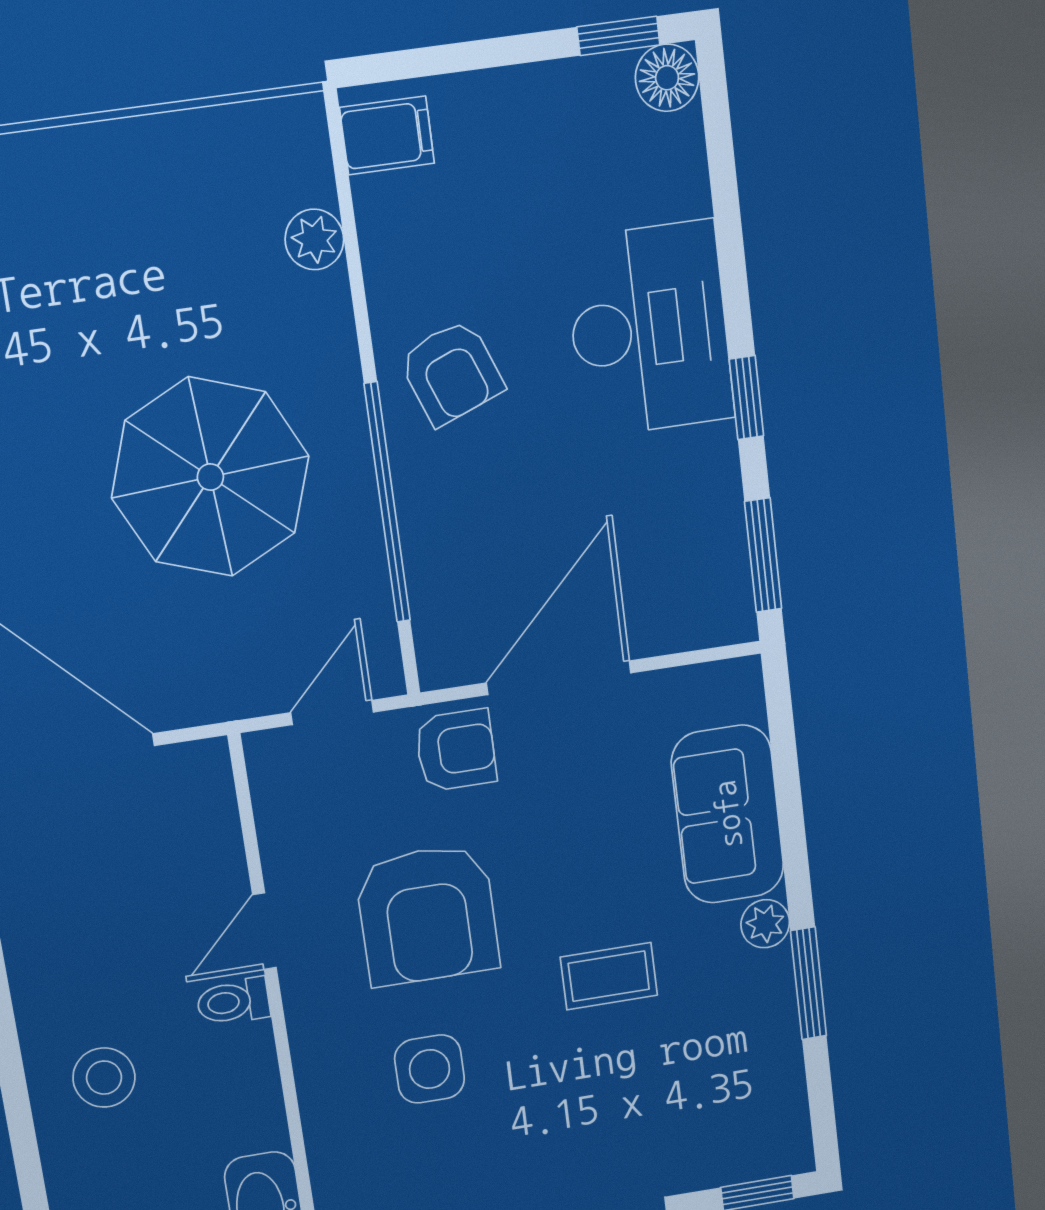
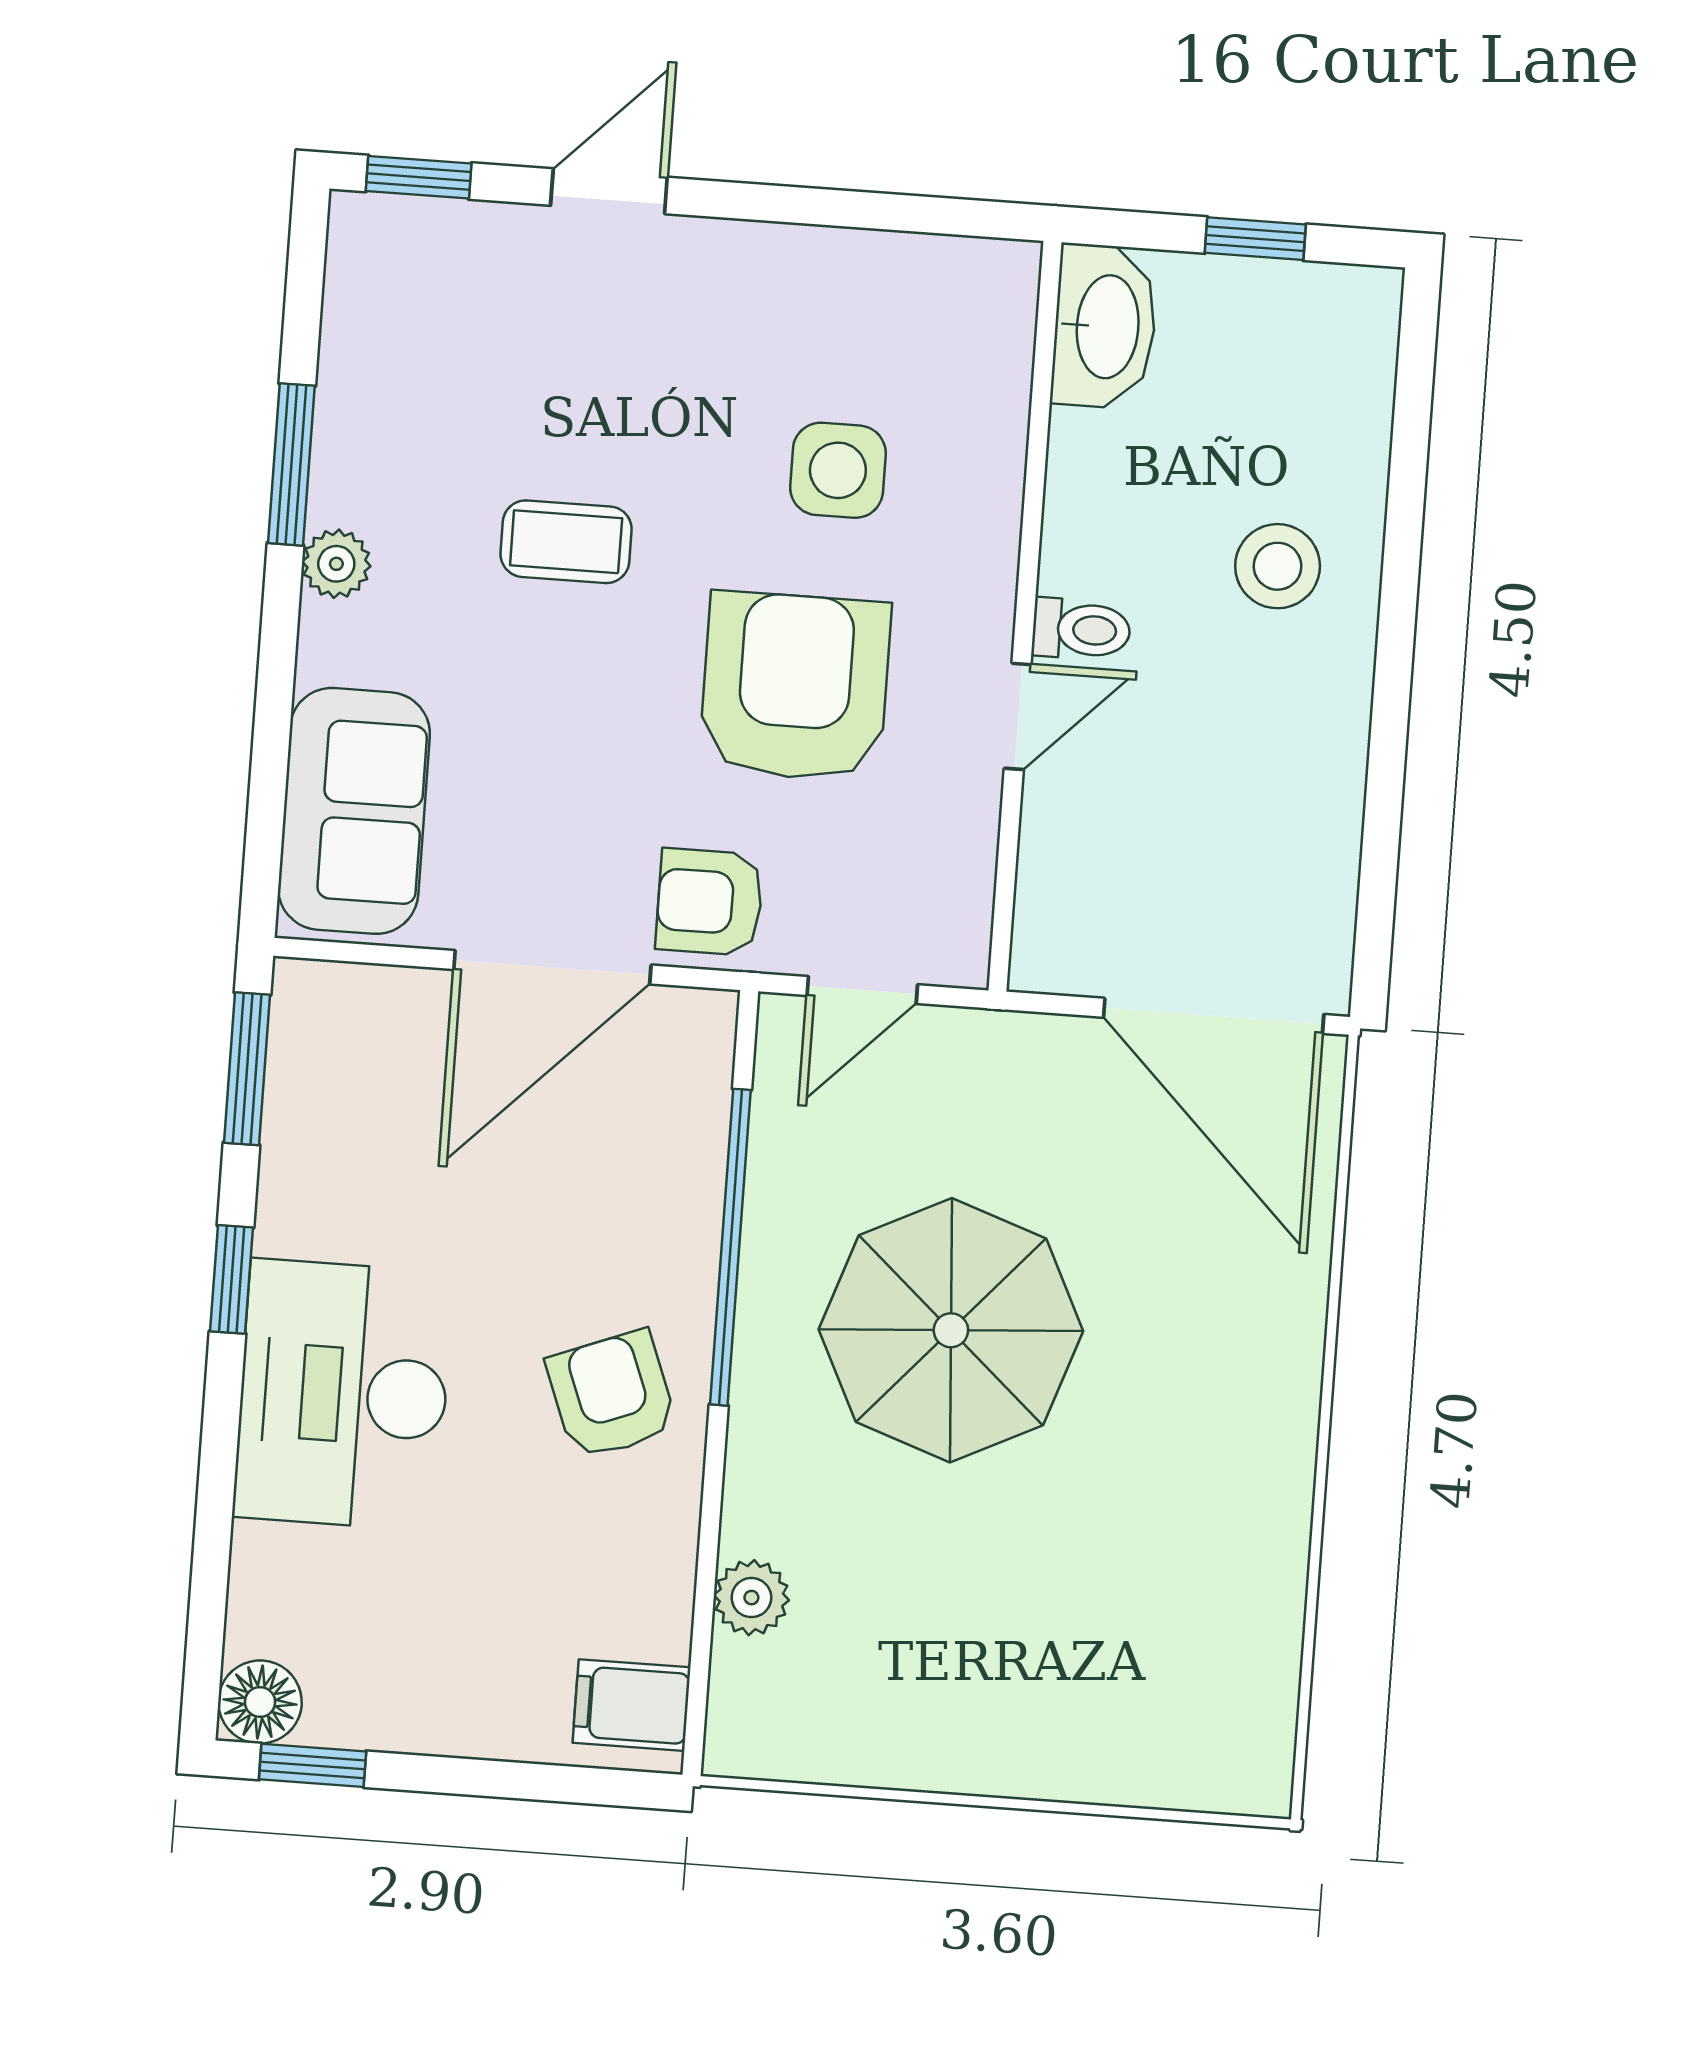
sofa: (728, 814) -> (354, 811), moved

